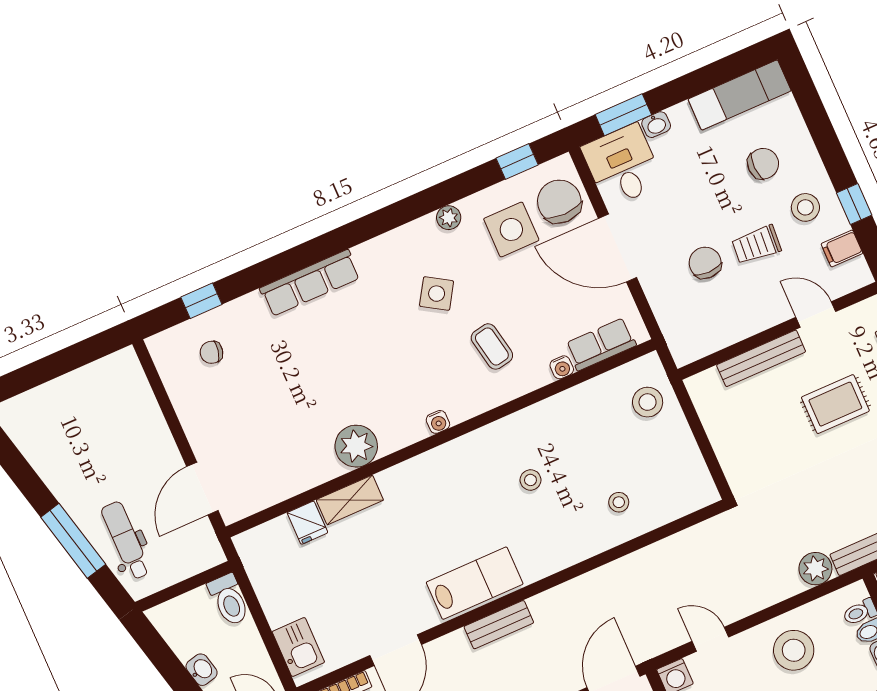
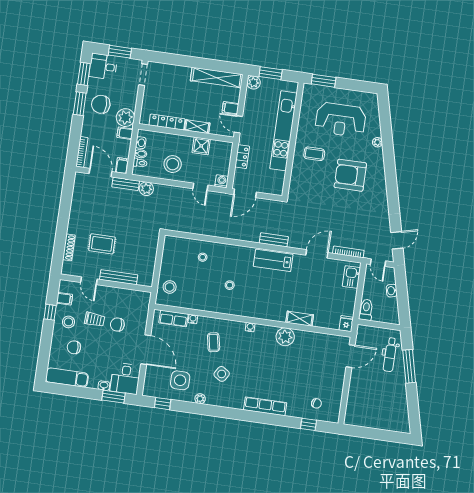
chair: (559, 202) -> (156, 380), removed
chair: (705, 263) -> (117, 324), turned 90
fridge: (307, 523) -> (346, 324), moved

